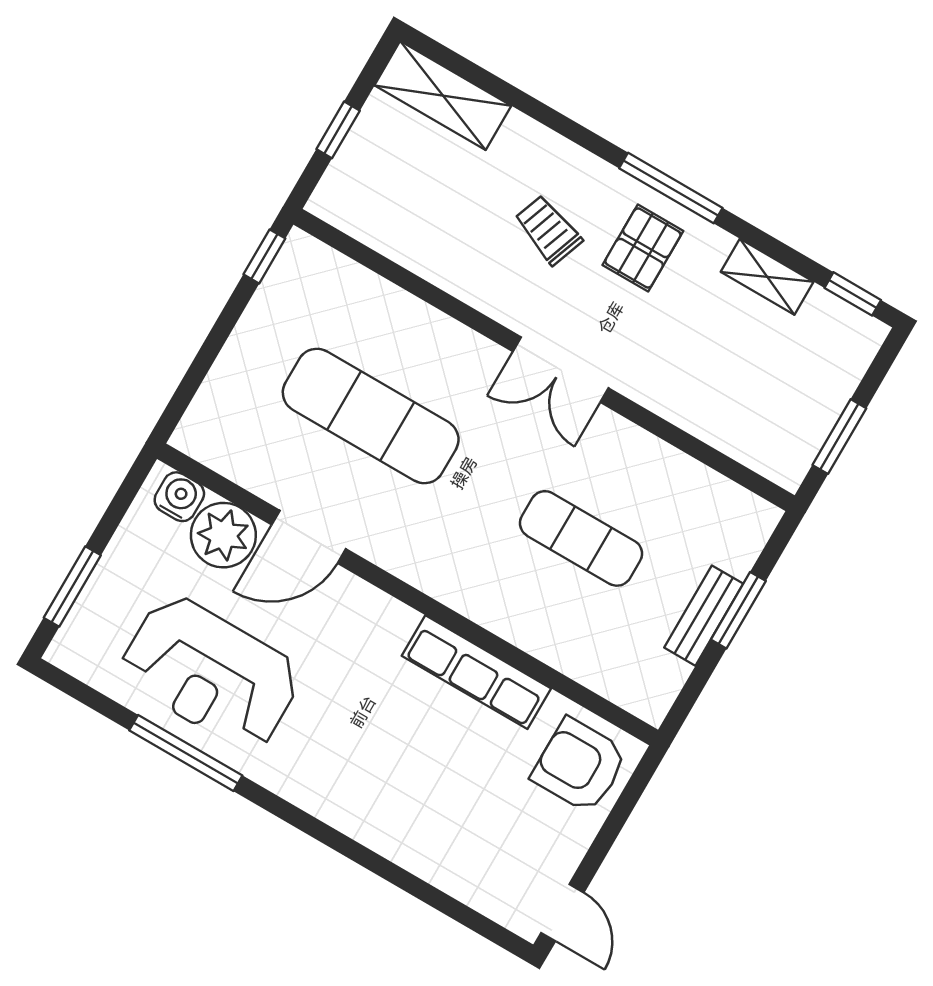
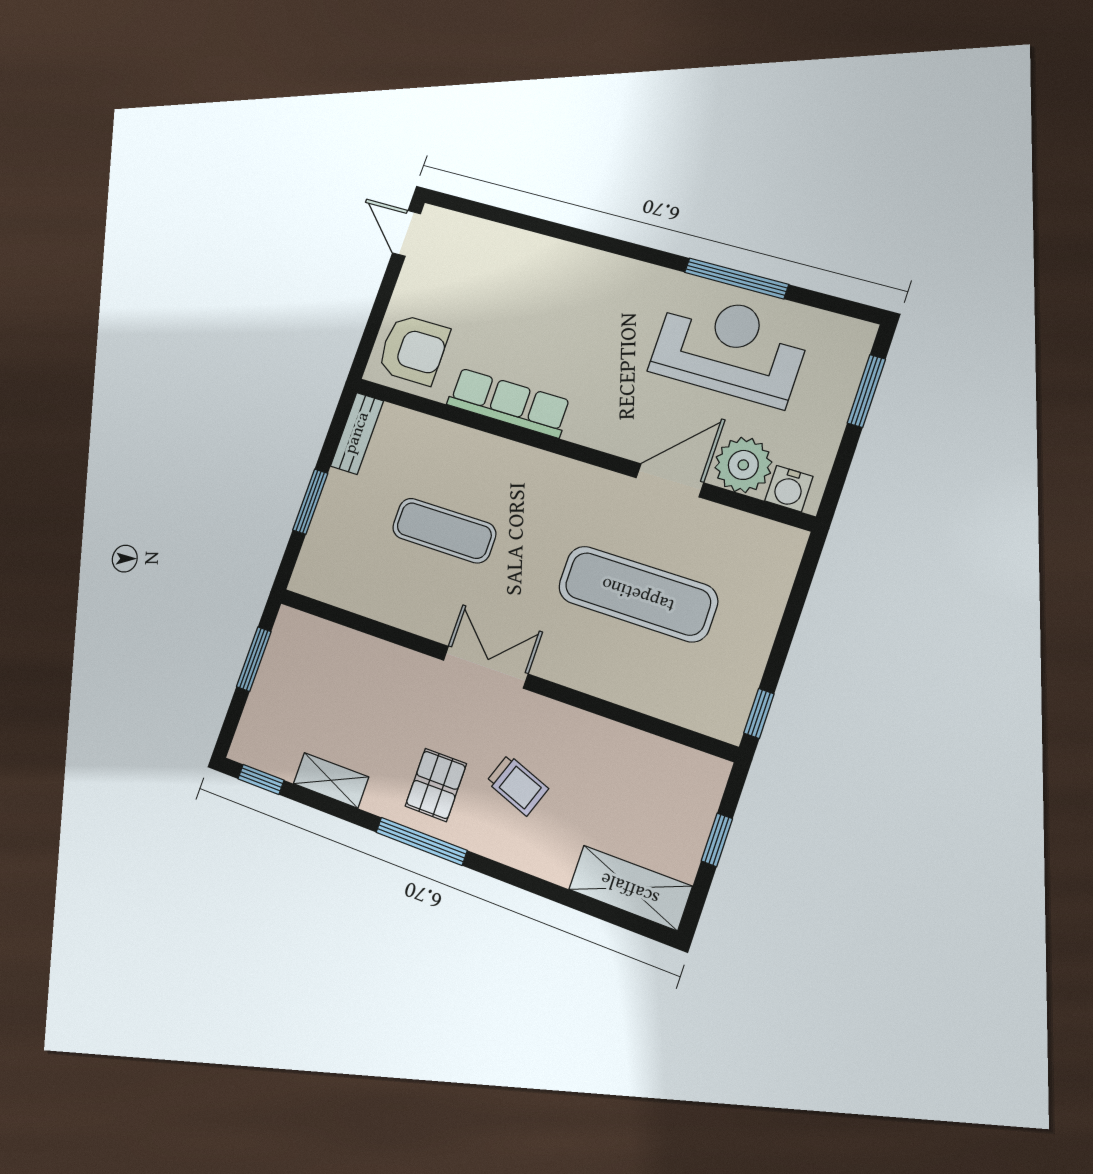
bench: (704, 616) -> (357, 433), moved

